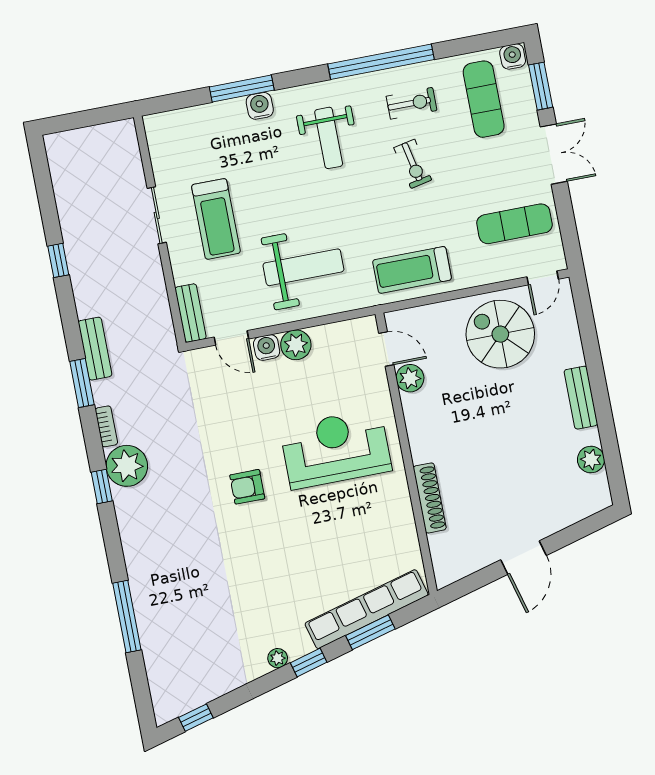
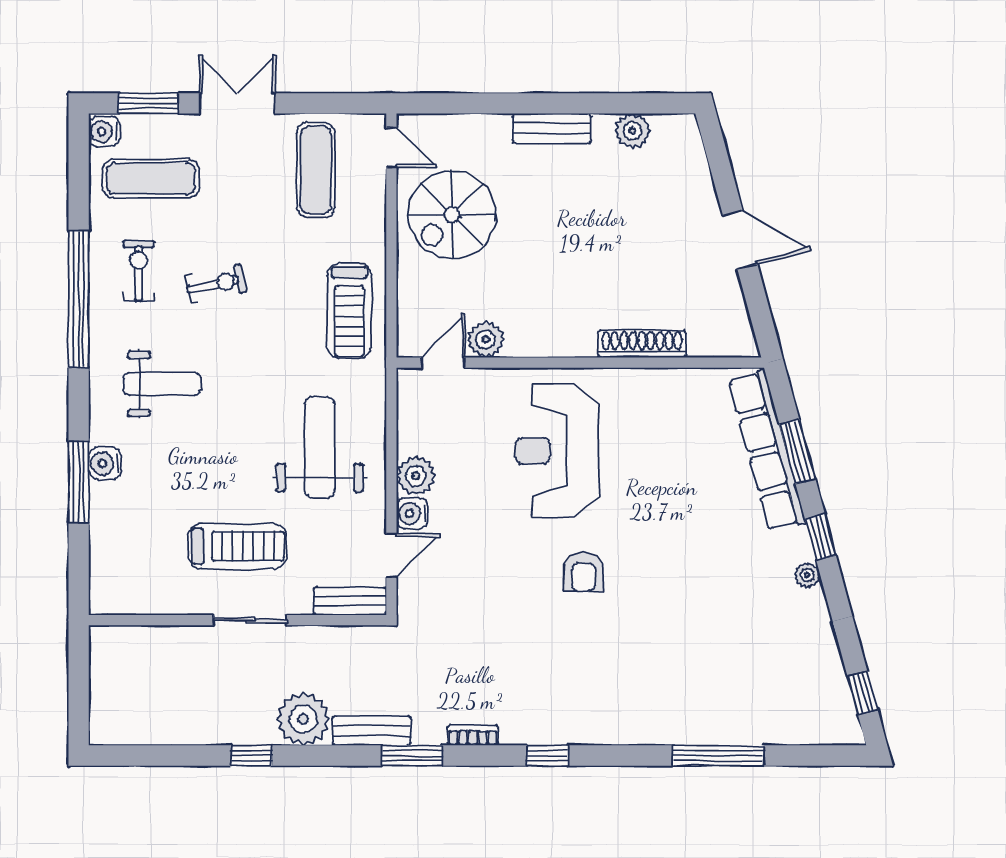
sliding door: (157, 215) -> (250, 620), moved
plant: (127, 466) -> (303, 719), moved

